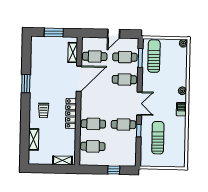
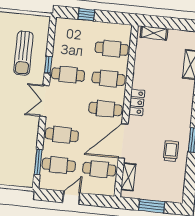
sun lounger: (154, 56) -> (20, 163), removed
cafe table: (94, 101) -> (105, 109), added
trolley: (44, 110) -> (171, 151), moved
locker: (71, 113) -> (137, 102), width x0.66

